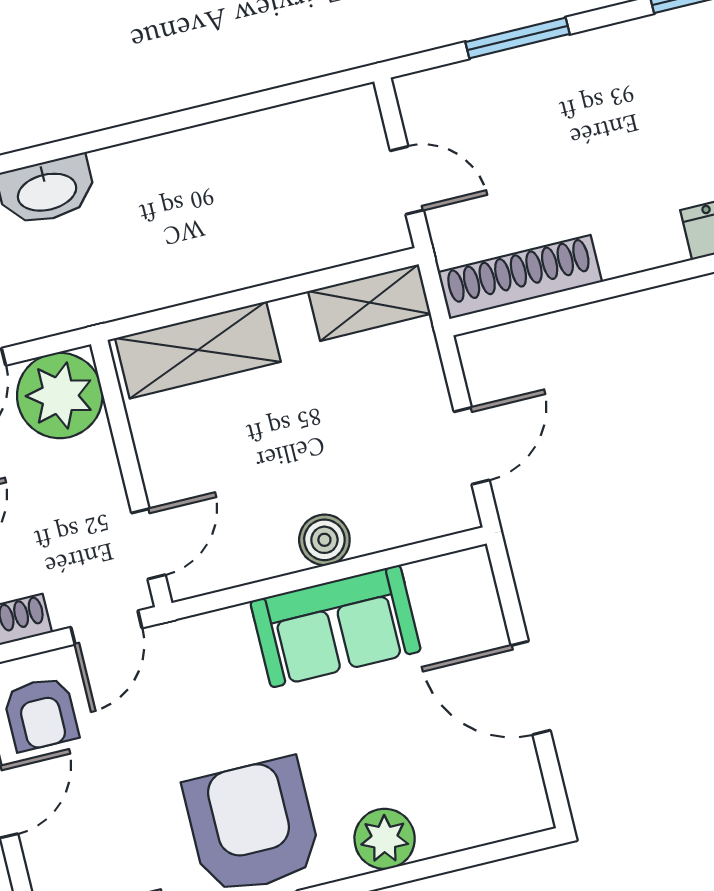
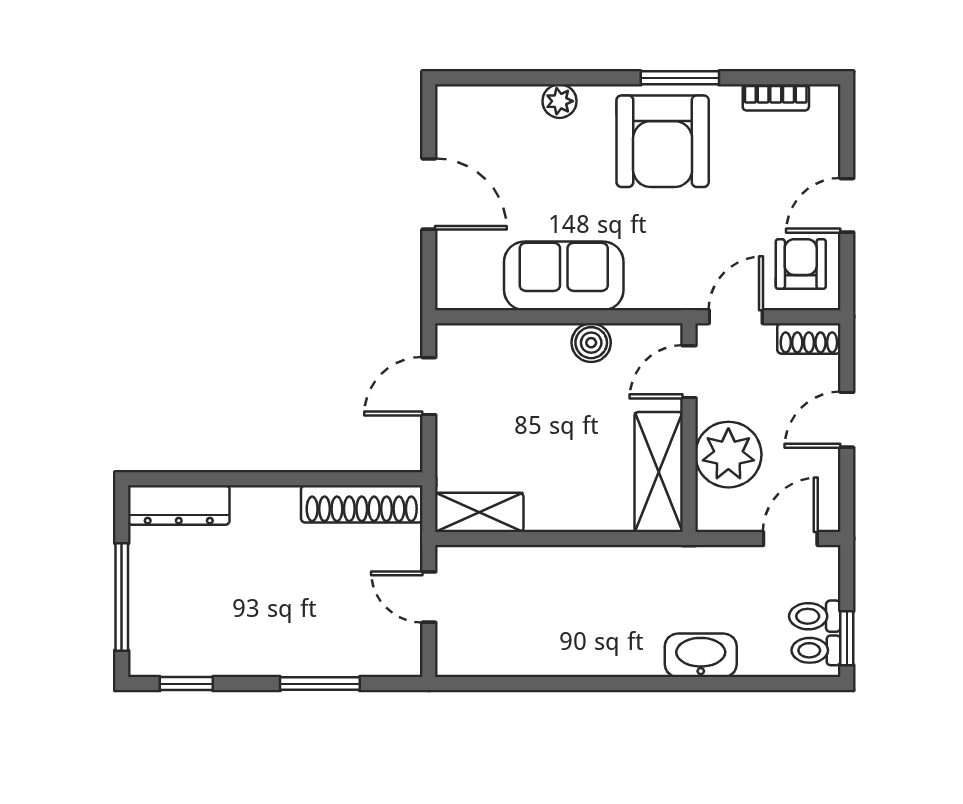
shelving: (198, 350) -> (659, 472), moved, turned 90
plant: (60, 396) -> (728, 455), moved
boiler: (324, 540) -> (591, 343), moved
plant: (385, 839) -> (560, 101), width x0.73, depth x0.73

